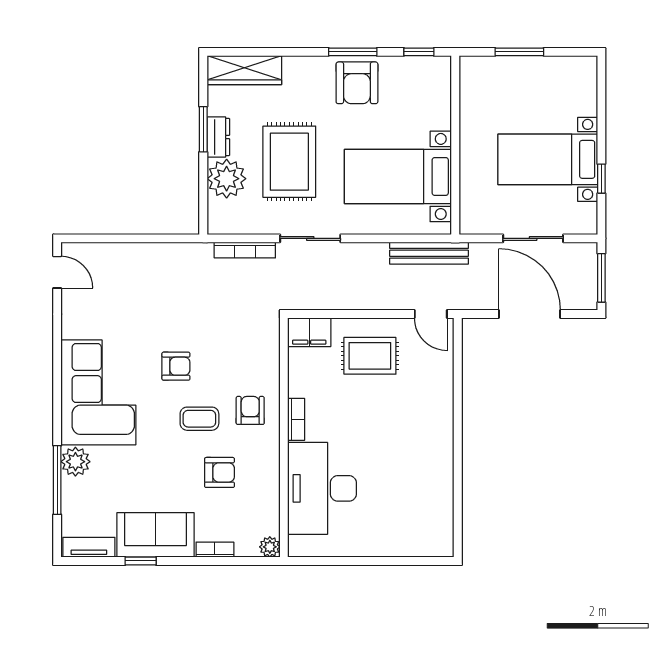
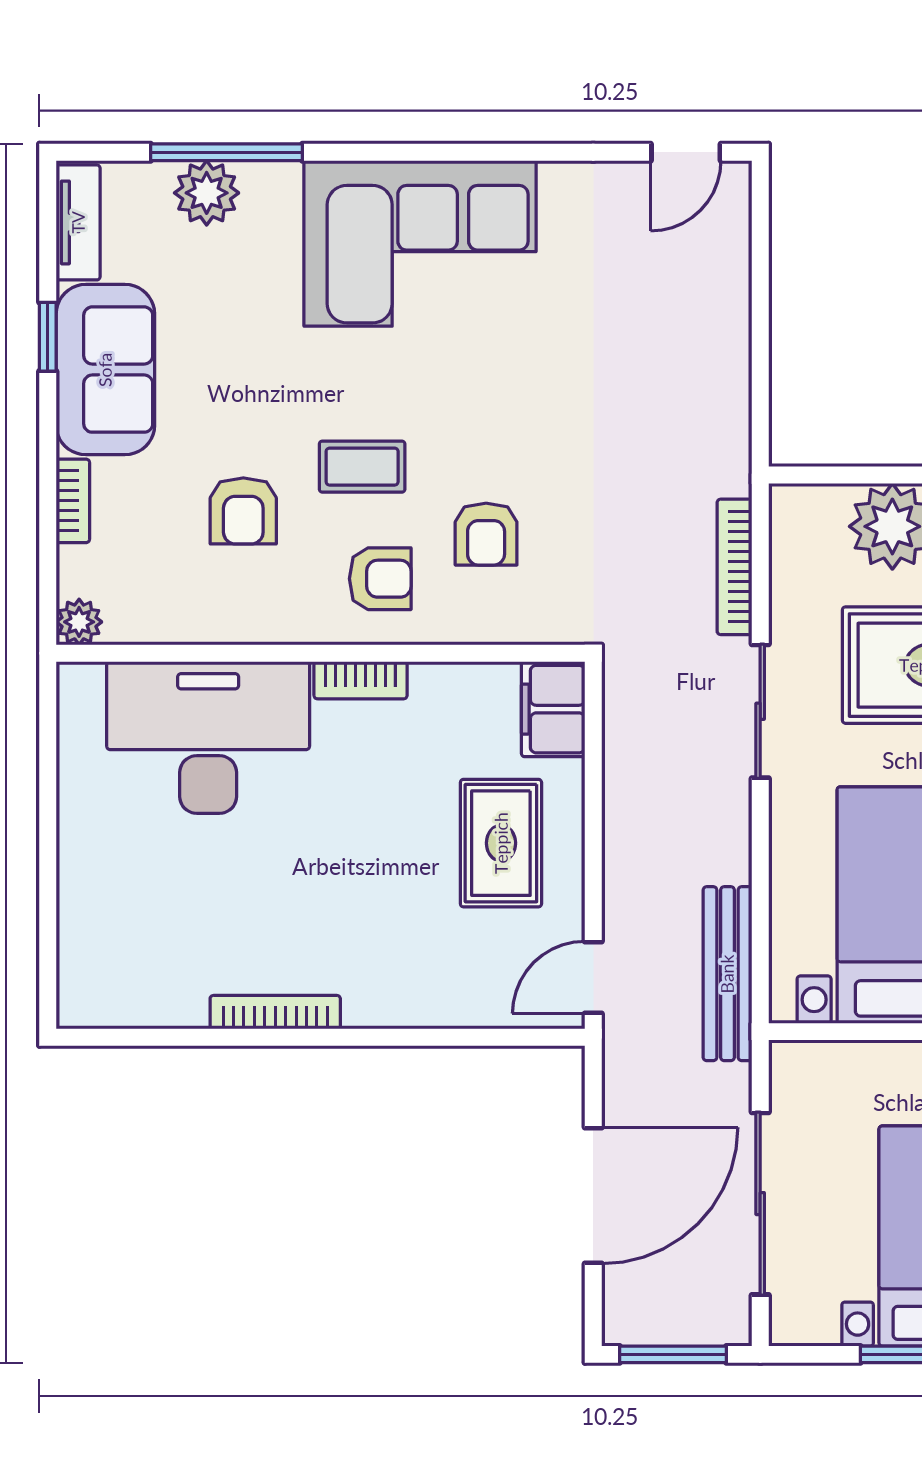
sliding door: (533, 238) -> (760, 1204), width x1.37
armchair: (176, 366) -> (486, 534), moved
coffee table: (199, 419) -> (362, 467), turned 90
bookcase: (446, 458) -> (275, 1012), added
plant: (75, 462) -> (207, 193), moved

